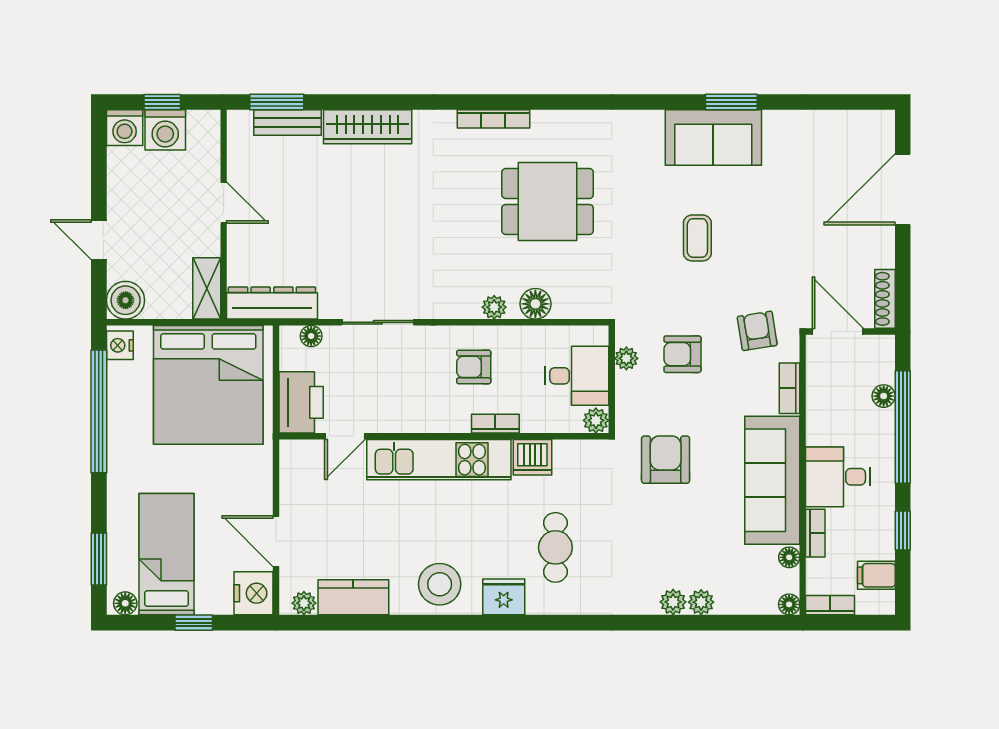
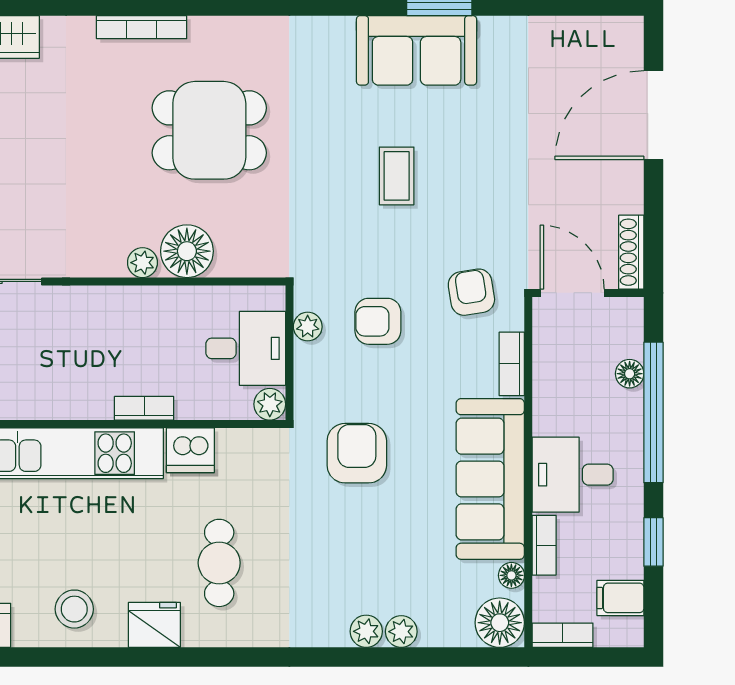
floor lamp: (535, 304) -> (187, 251), width x1.38, depth x1.38
armchair: (474, 367) -> (117, 337), removed
stool: (440, 584) -> (74, 609), width x0.73, depth x0.73
floor lamp: (789, 604) -> (500, 623), width x1.89, depth x1.89

